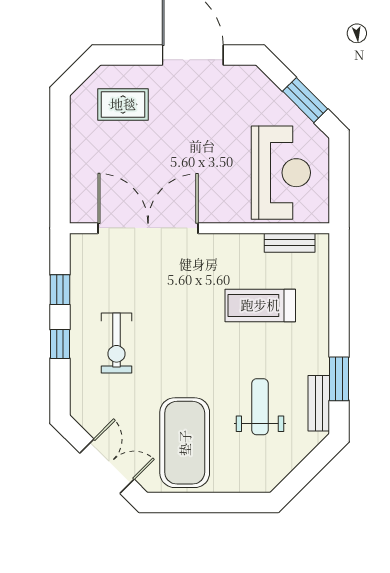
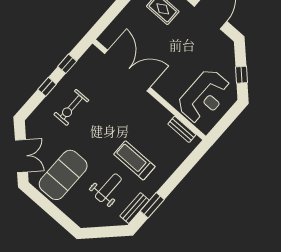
window: (305, 100) -> (241, 75), width x0.67
treadmill: (260, 305) -> (134, 160), moved

